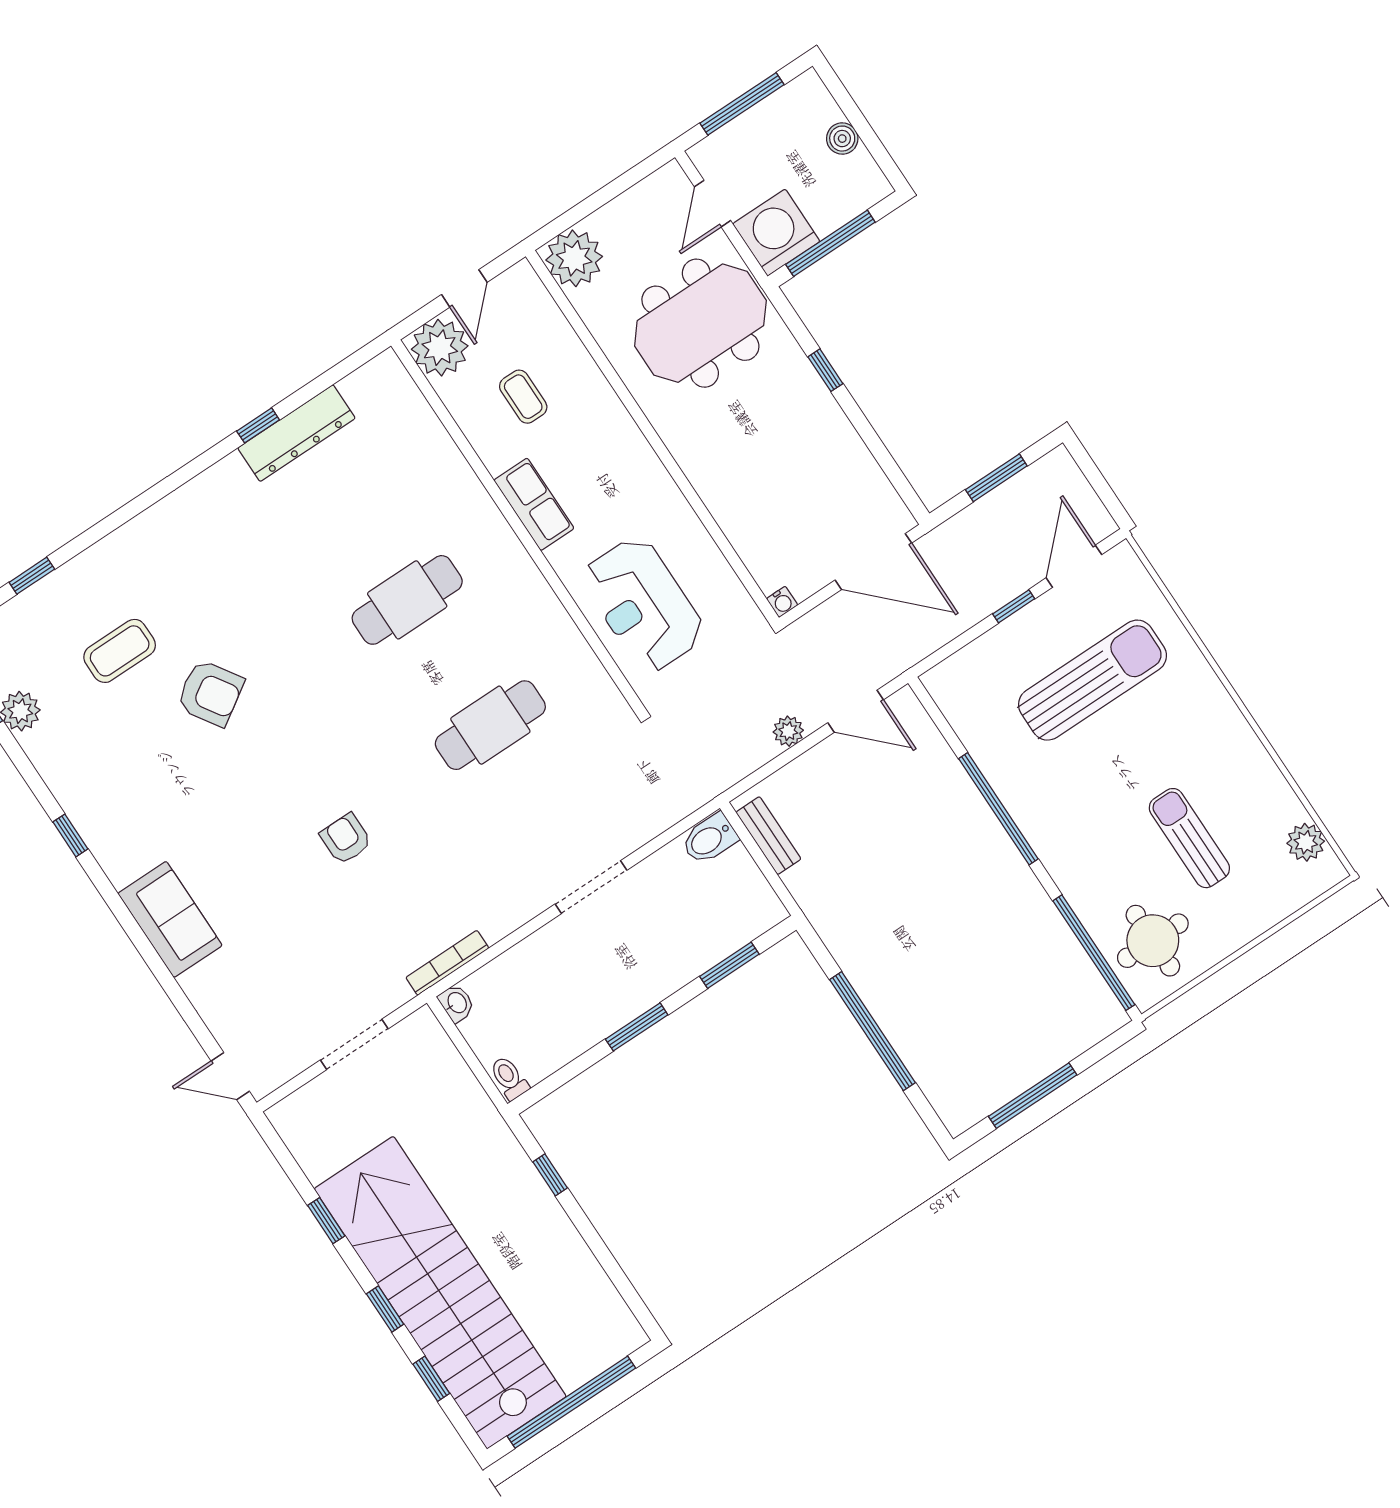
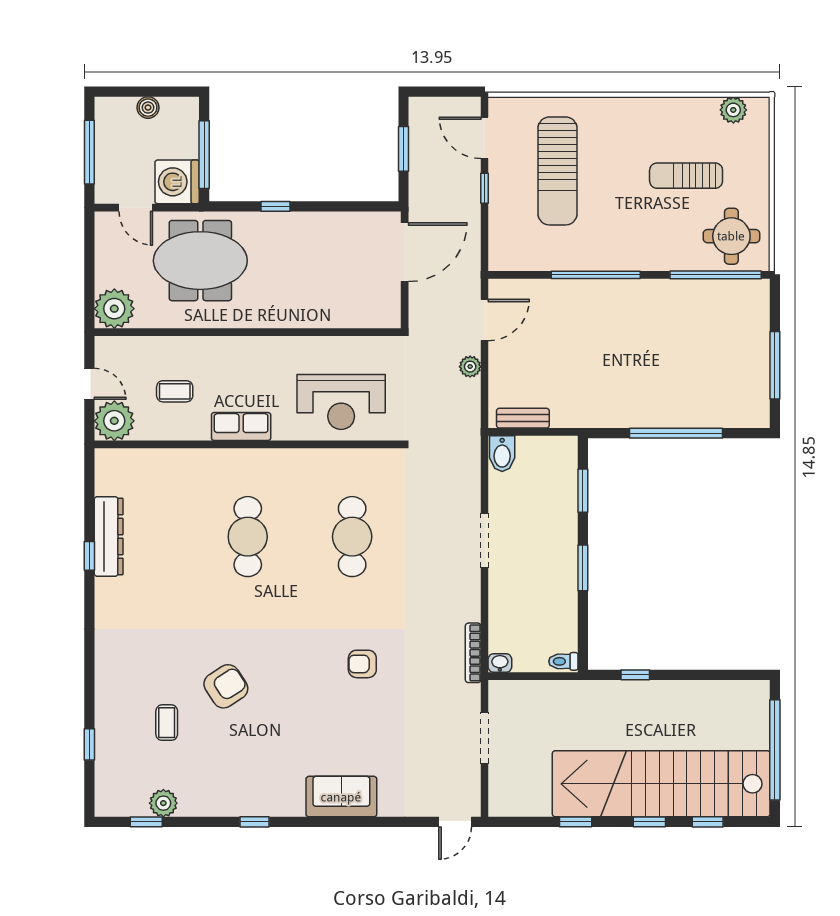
meeting table: (700, 323) -> (200, 261), turned 90
water cooler: (782, 602) -> (393, 320), removed
coffee table: (120, 651) -> (167, 723), width x0.73, depth x0.77
sun lounger: (1092, 680) -> (557, 171), turned 180

